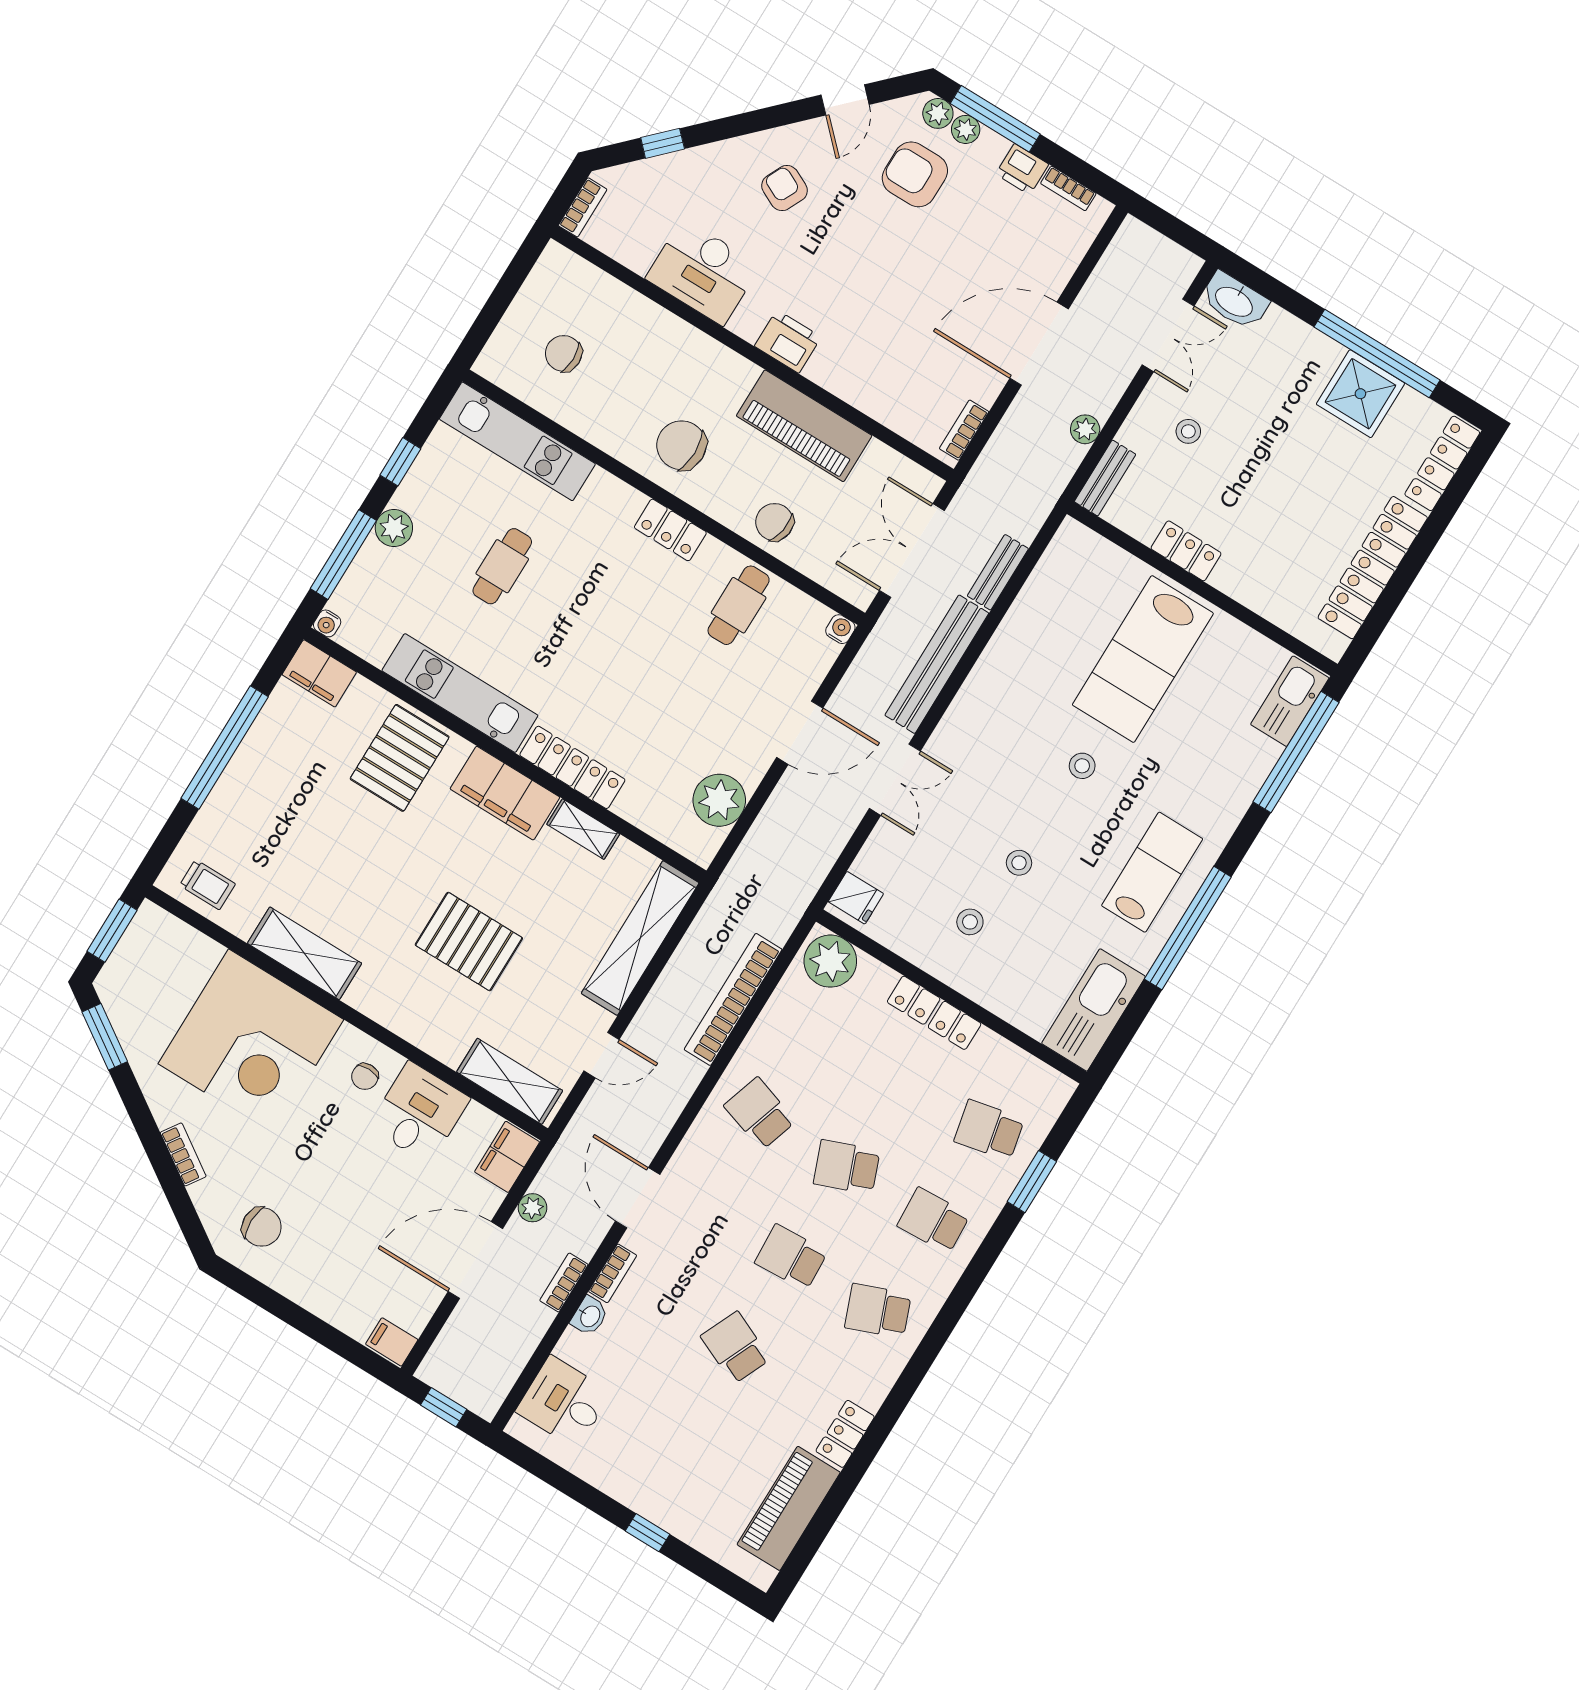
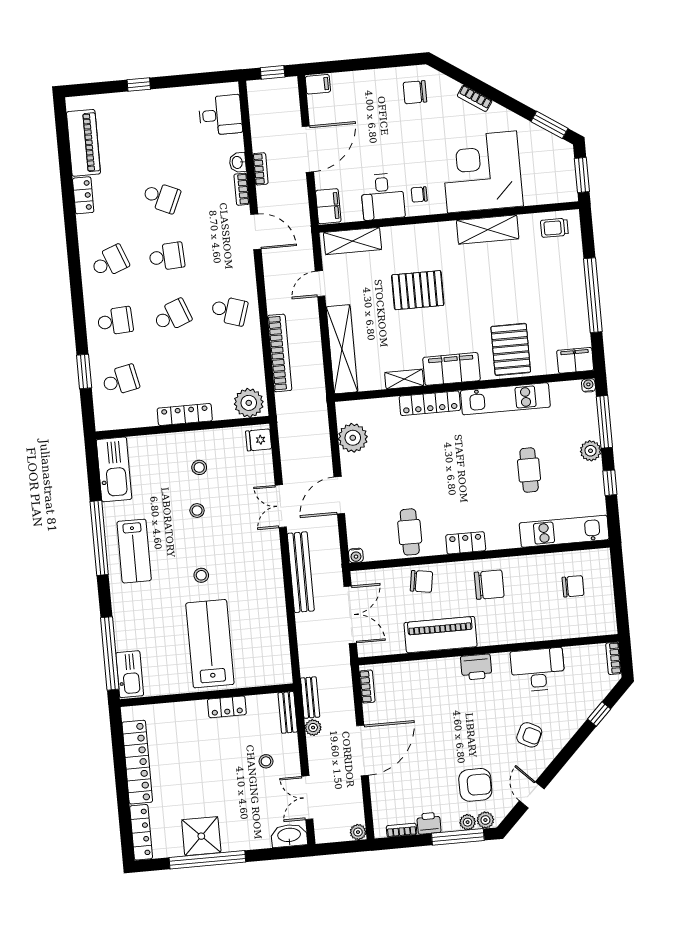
bench: (998, 572) -> (310, 698), moved
chair: (365, 1077) -> (419, 194), turned -90
plant: (532, 1208) -> (358, 832), moved

